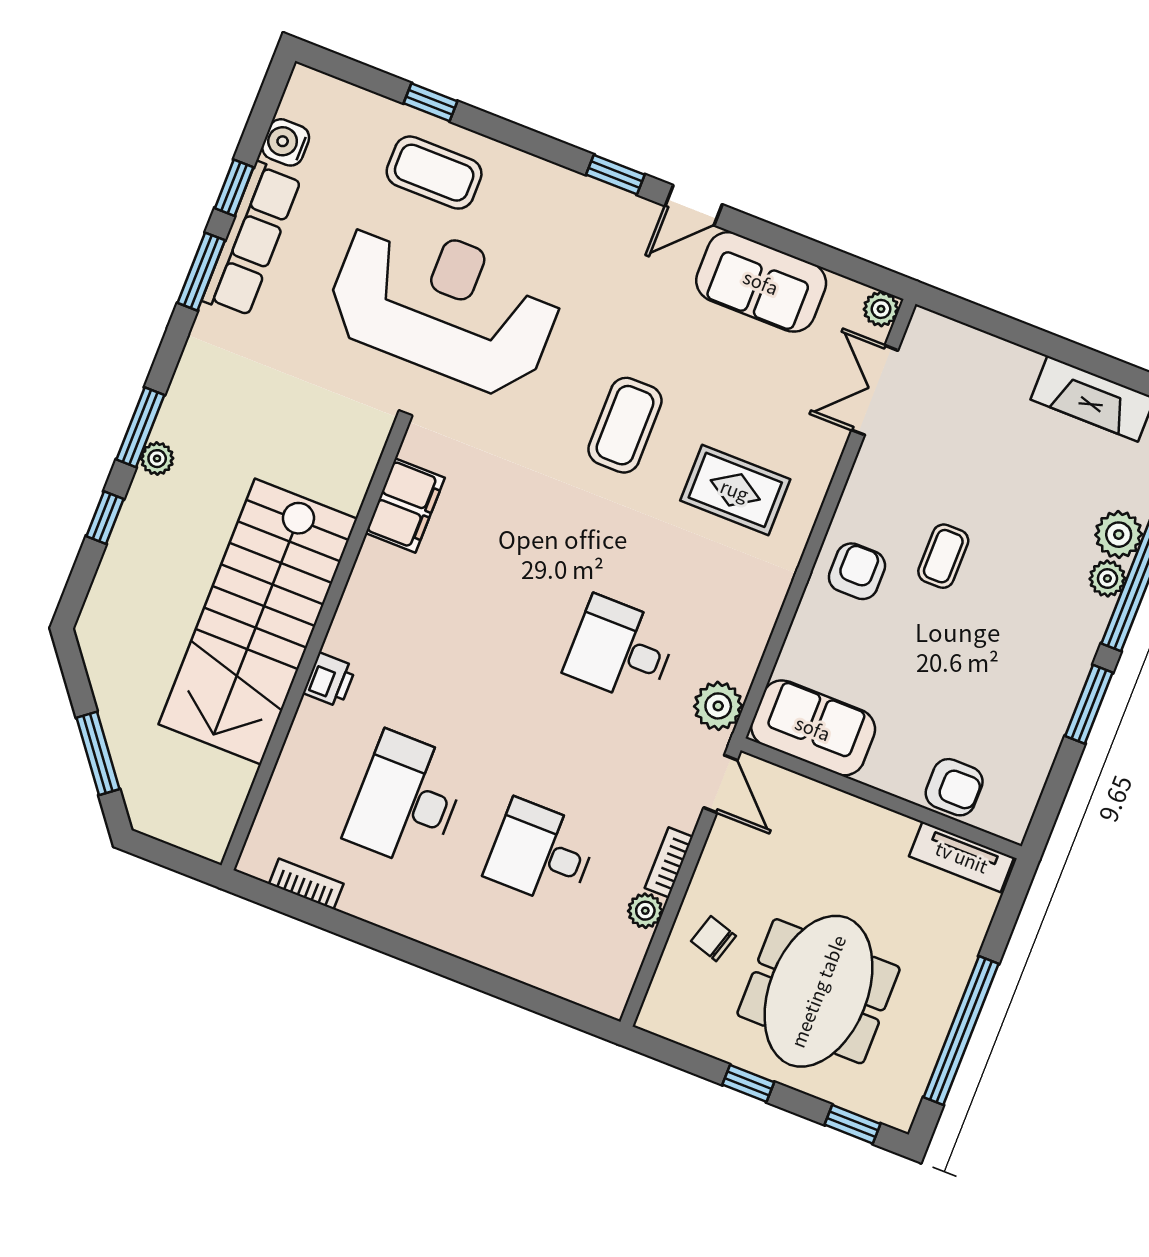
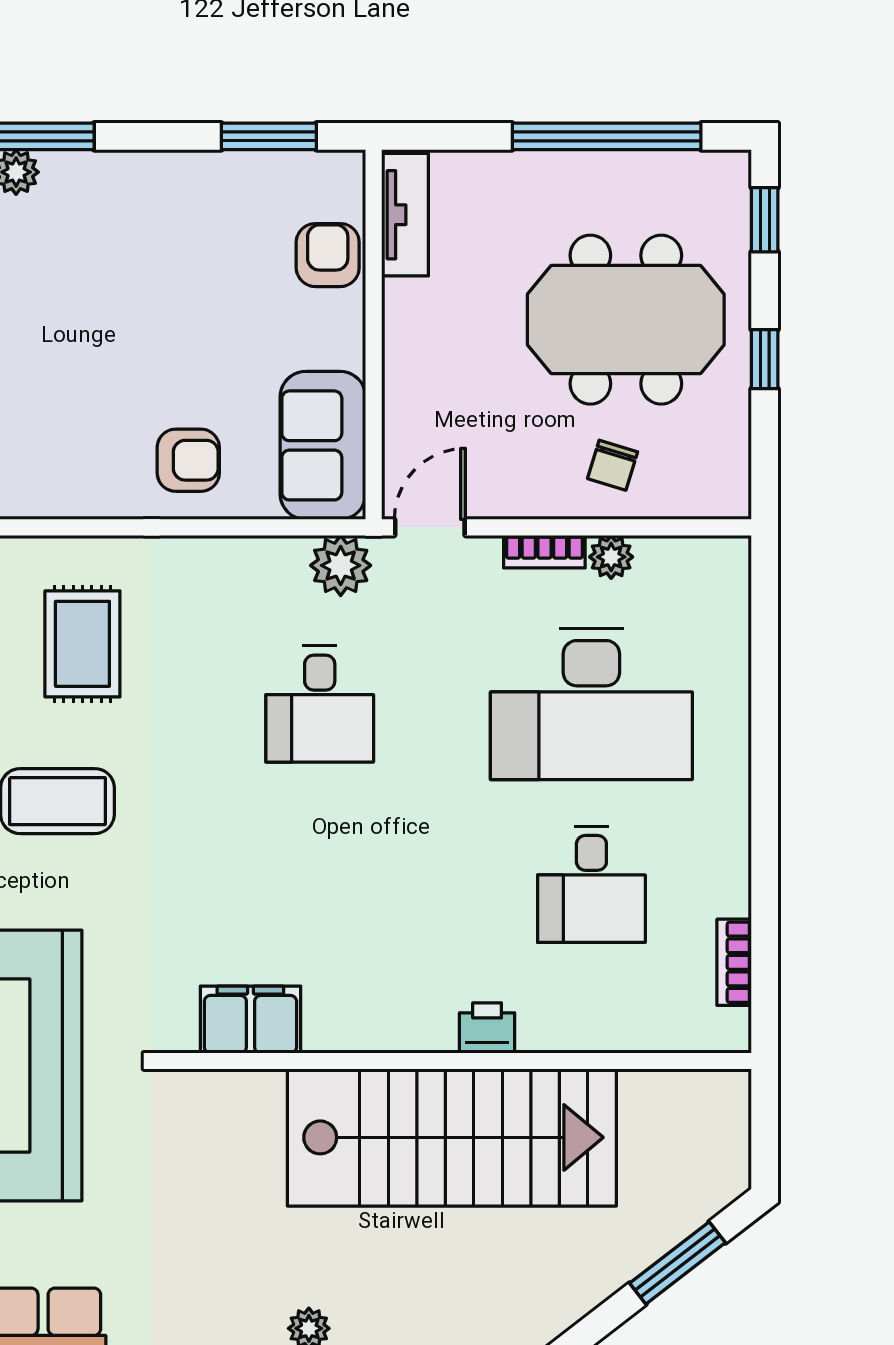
coffee table: (943, 556) -> (65, 373), removed
armchair: (857, 571) -> (188, 460), moved, turned 180
window: (1089, 704) -> (269, 136), moved
desk: (406, 800) -> (591, 884), width x0.73
desk: (541, 853) -> (591, 704), width x1.87, depth x1.30

